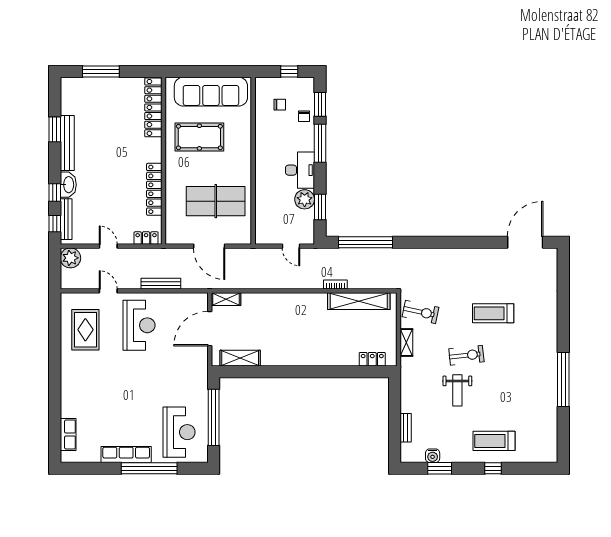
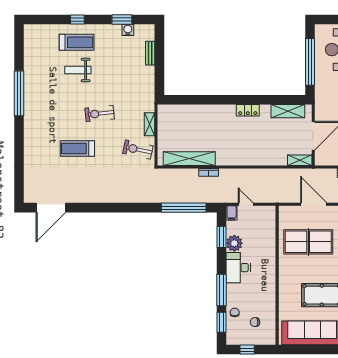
filing cabinet: (308, 236) -> (232, 213), added
treadmill: (493, 313) -> (77, 148), turned 180
locker: (372, 359) -> (248, 110), moved
weight bench: (457, 390) -> (78, 70), moved, turned -90

